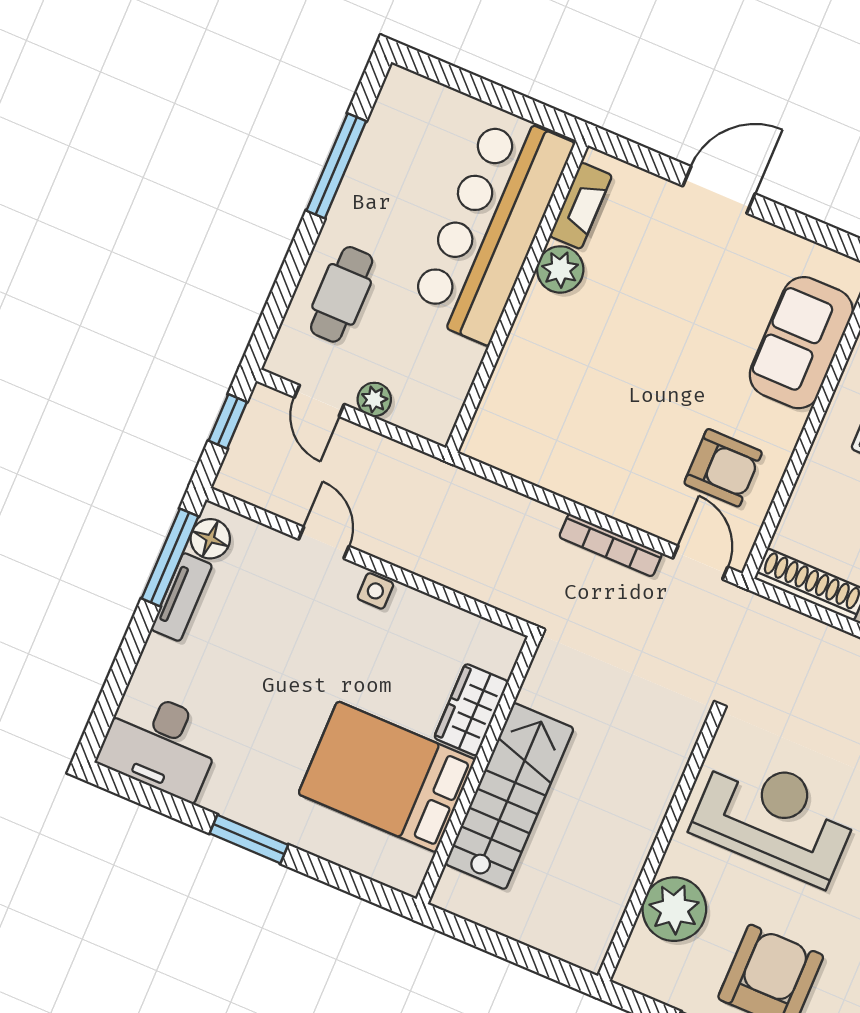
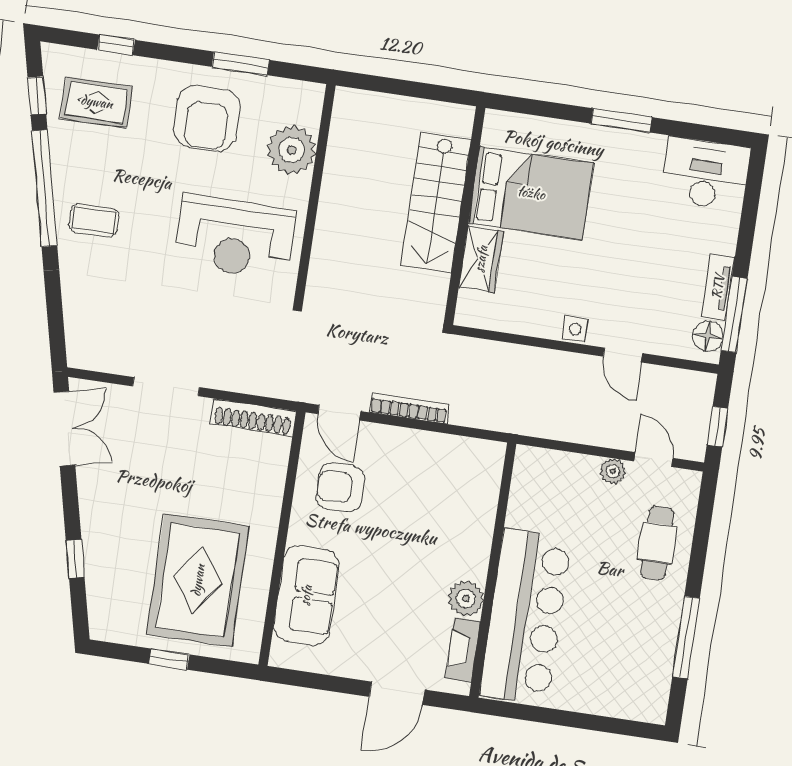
fireplace: (581, 206) -> (463, 650), moved
bar counter: (491, 227) -> (526, 617), moved
plant: (560, 269) -> (466, 598), moved
wall: (517, 297) -> (493, 570), moved

